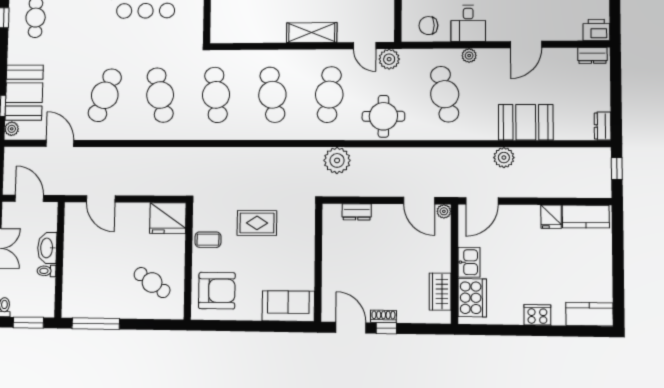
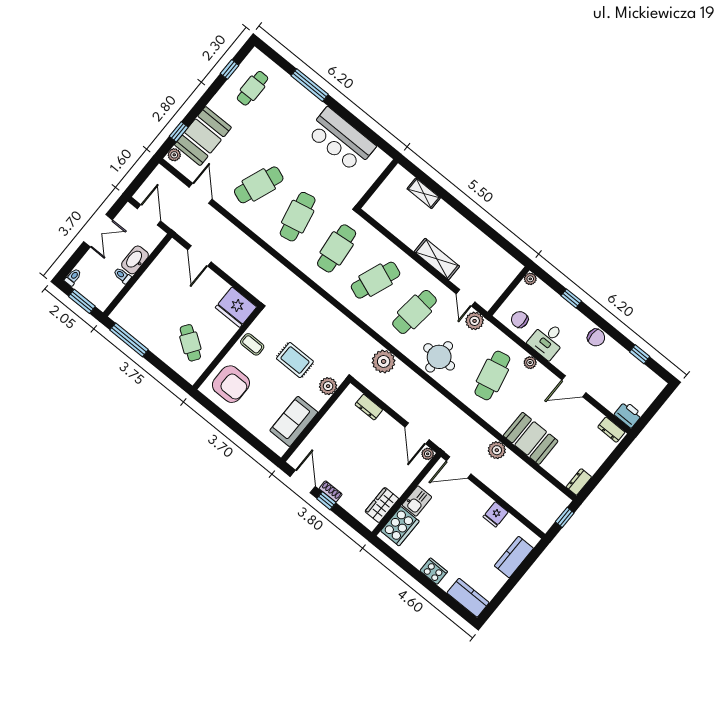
cafe table: (272, 95) -> (376, 280), turned 30
kitchen counter: (586, 217) -> (514, 557), moved, turned 90
plant: (305, 222) -> (328, 386), added
sofa: (288, 306) -> (294, 421), moved, turned -90

